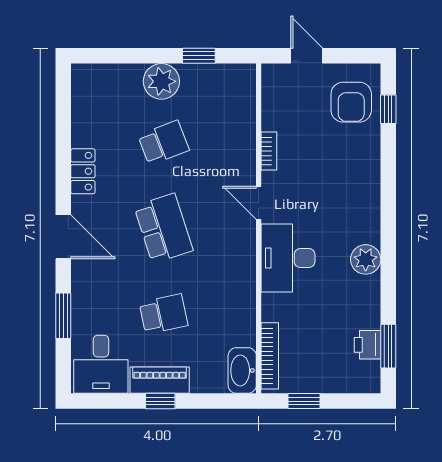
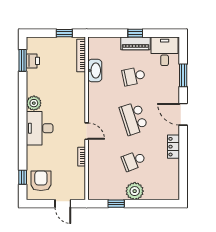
desk: (288, 258) -> (40, 128), moved, turned 180
washbasin: (242, 370) -> (95, 70), moved

